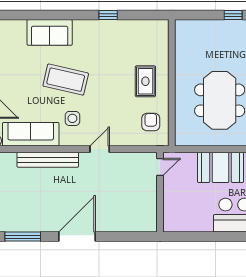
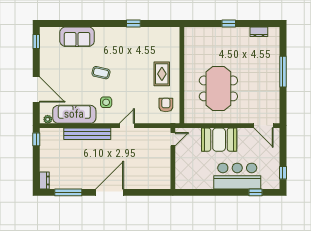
sofa: (50, 32) -> (77, 37), moved
coffee table: (66, 80) -> (101, 73), width x0.54, depth x0.58

